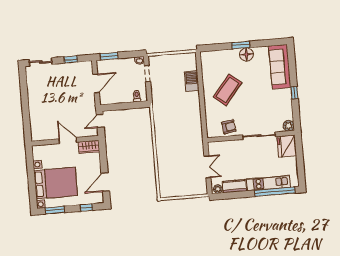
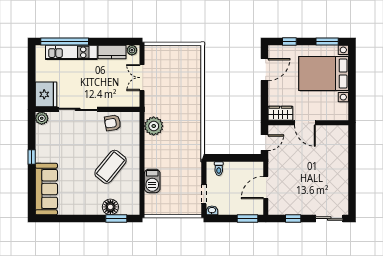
window: (241, 45) -> (116, 219), moved
floor lamp: (246, 54) -> (110, 207), moved
plant: (194, 127) -> (154, 126), added

